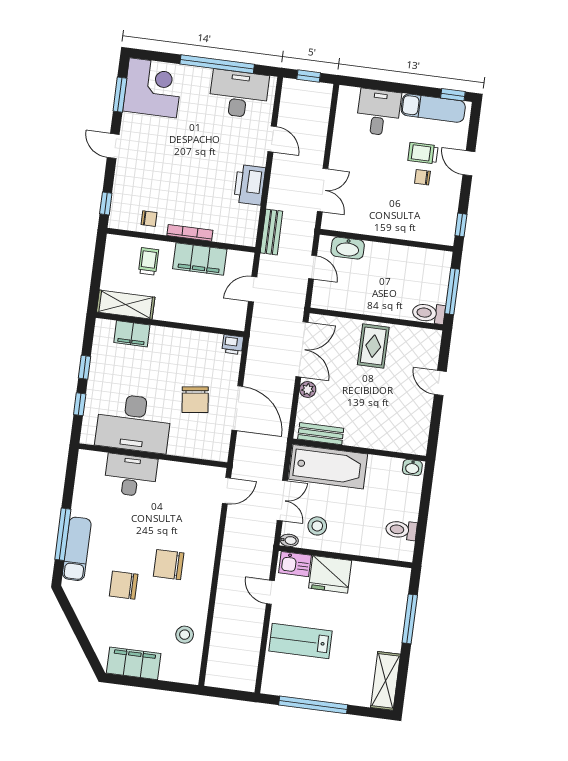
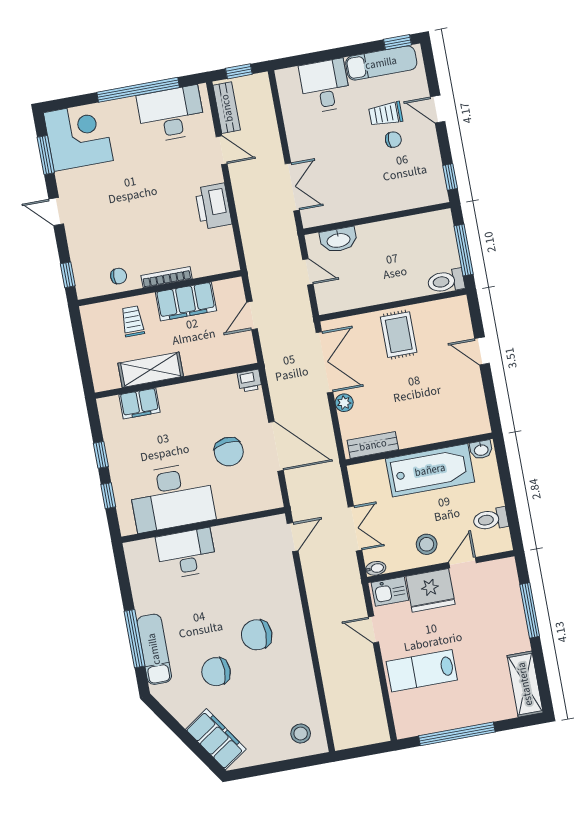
chair: (422, 177) -> (393, 140), turned 180
bench: (271, 232) -> (227, 108), moved
shelving: (126, 305) -> (151, 370), moved
bathtub: (328, 467) -> (430, 470), moved
stool: (317, 526) -> (427, 544), moved
door: (365, 559) -> (463, 563), added
stool: (185, 635) -> (301, 734), moved
filing cabinet: (134, 663) -> (216, 739), moved, turned 56

